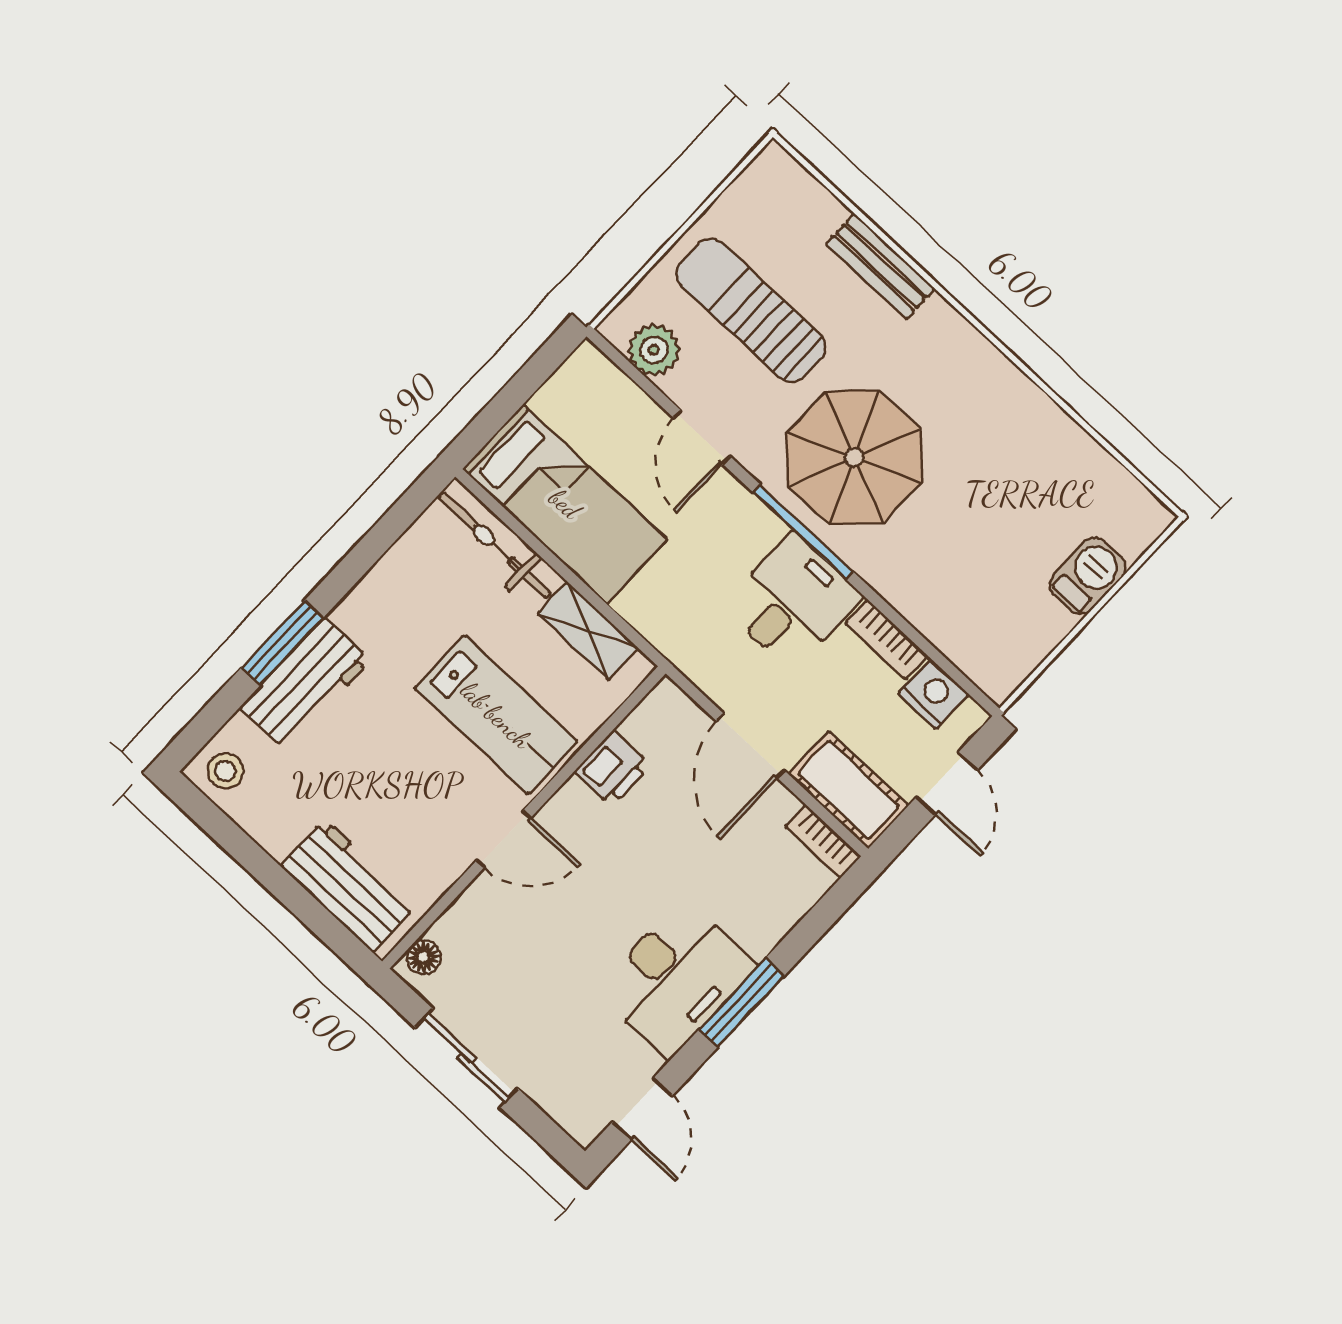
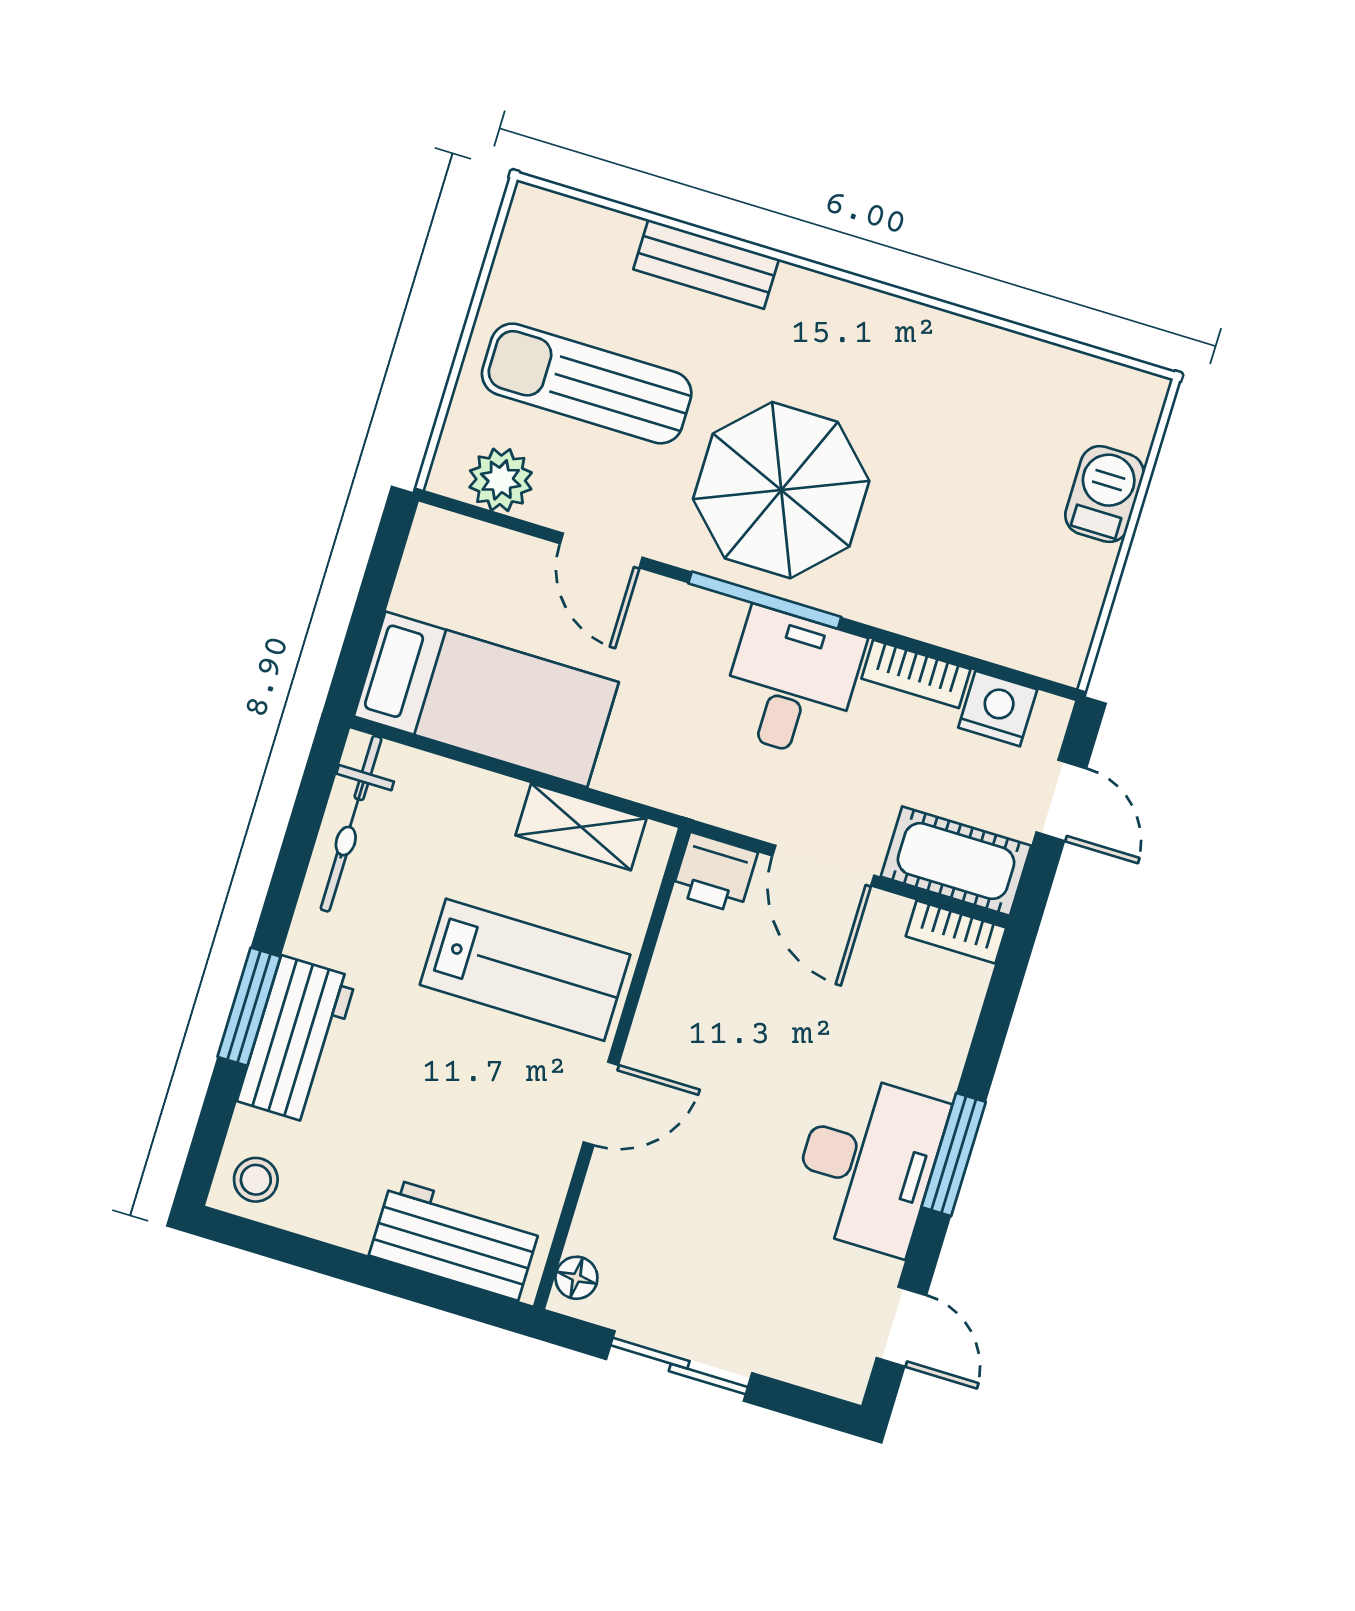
bicycle: (495, 545) -> (351, 824), moved, turned -90
printer: (613, 768) -> (715, 873), moved, turned 90

